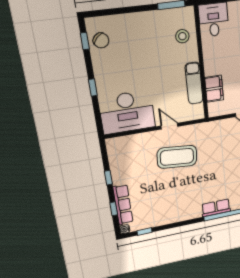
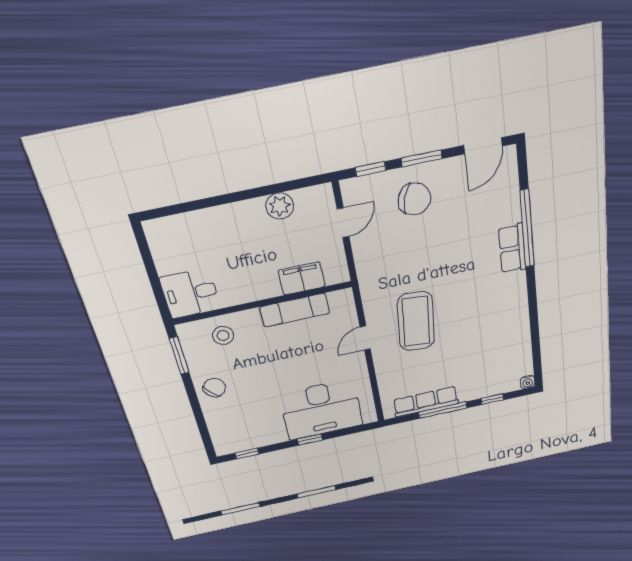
chair: (101, 40) -> (214, 388), moved
desk: (127, 112) -> (321, 409), moved, turned 90
window: (108, 178) -> (443, 410), width x2.17
row of seats: (123, 205) -> (426, 402), moved
window: (145, 231) -> (536, 355), removed

